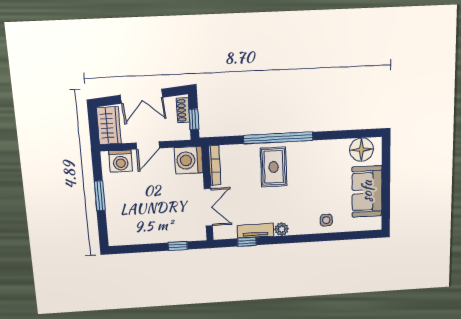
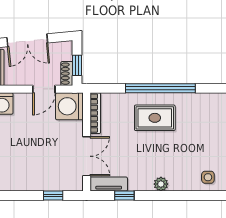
shoe rack: (183, 110) -> (67, 74), moved
door: (148, 145) -> (44, 89), moved
rug: (274, 167) -> (155, 118), turned 90
tv unit: (255, 231) -> (109, 184), moved

